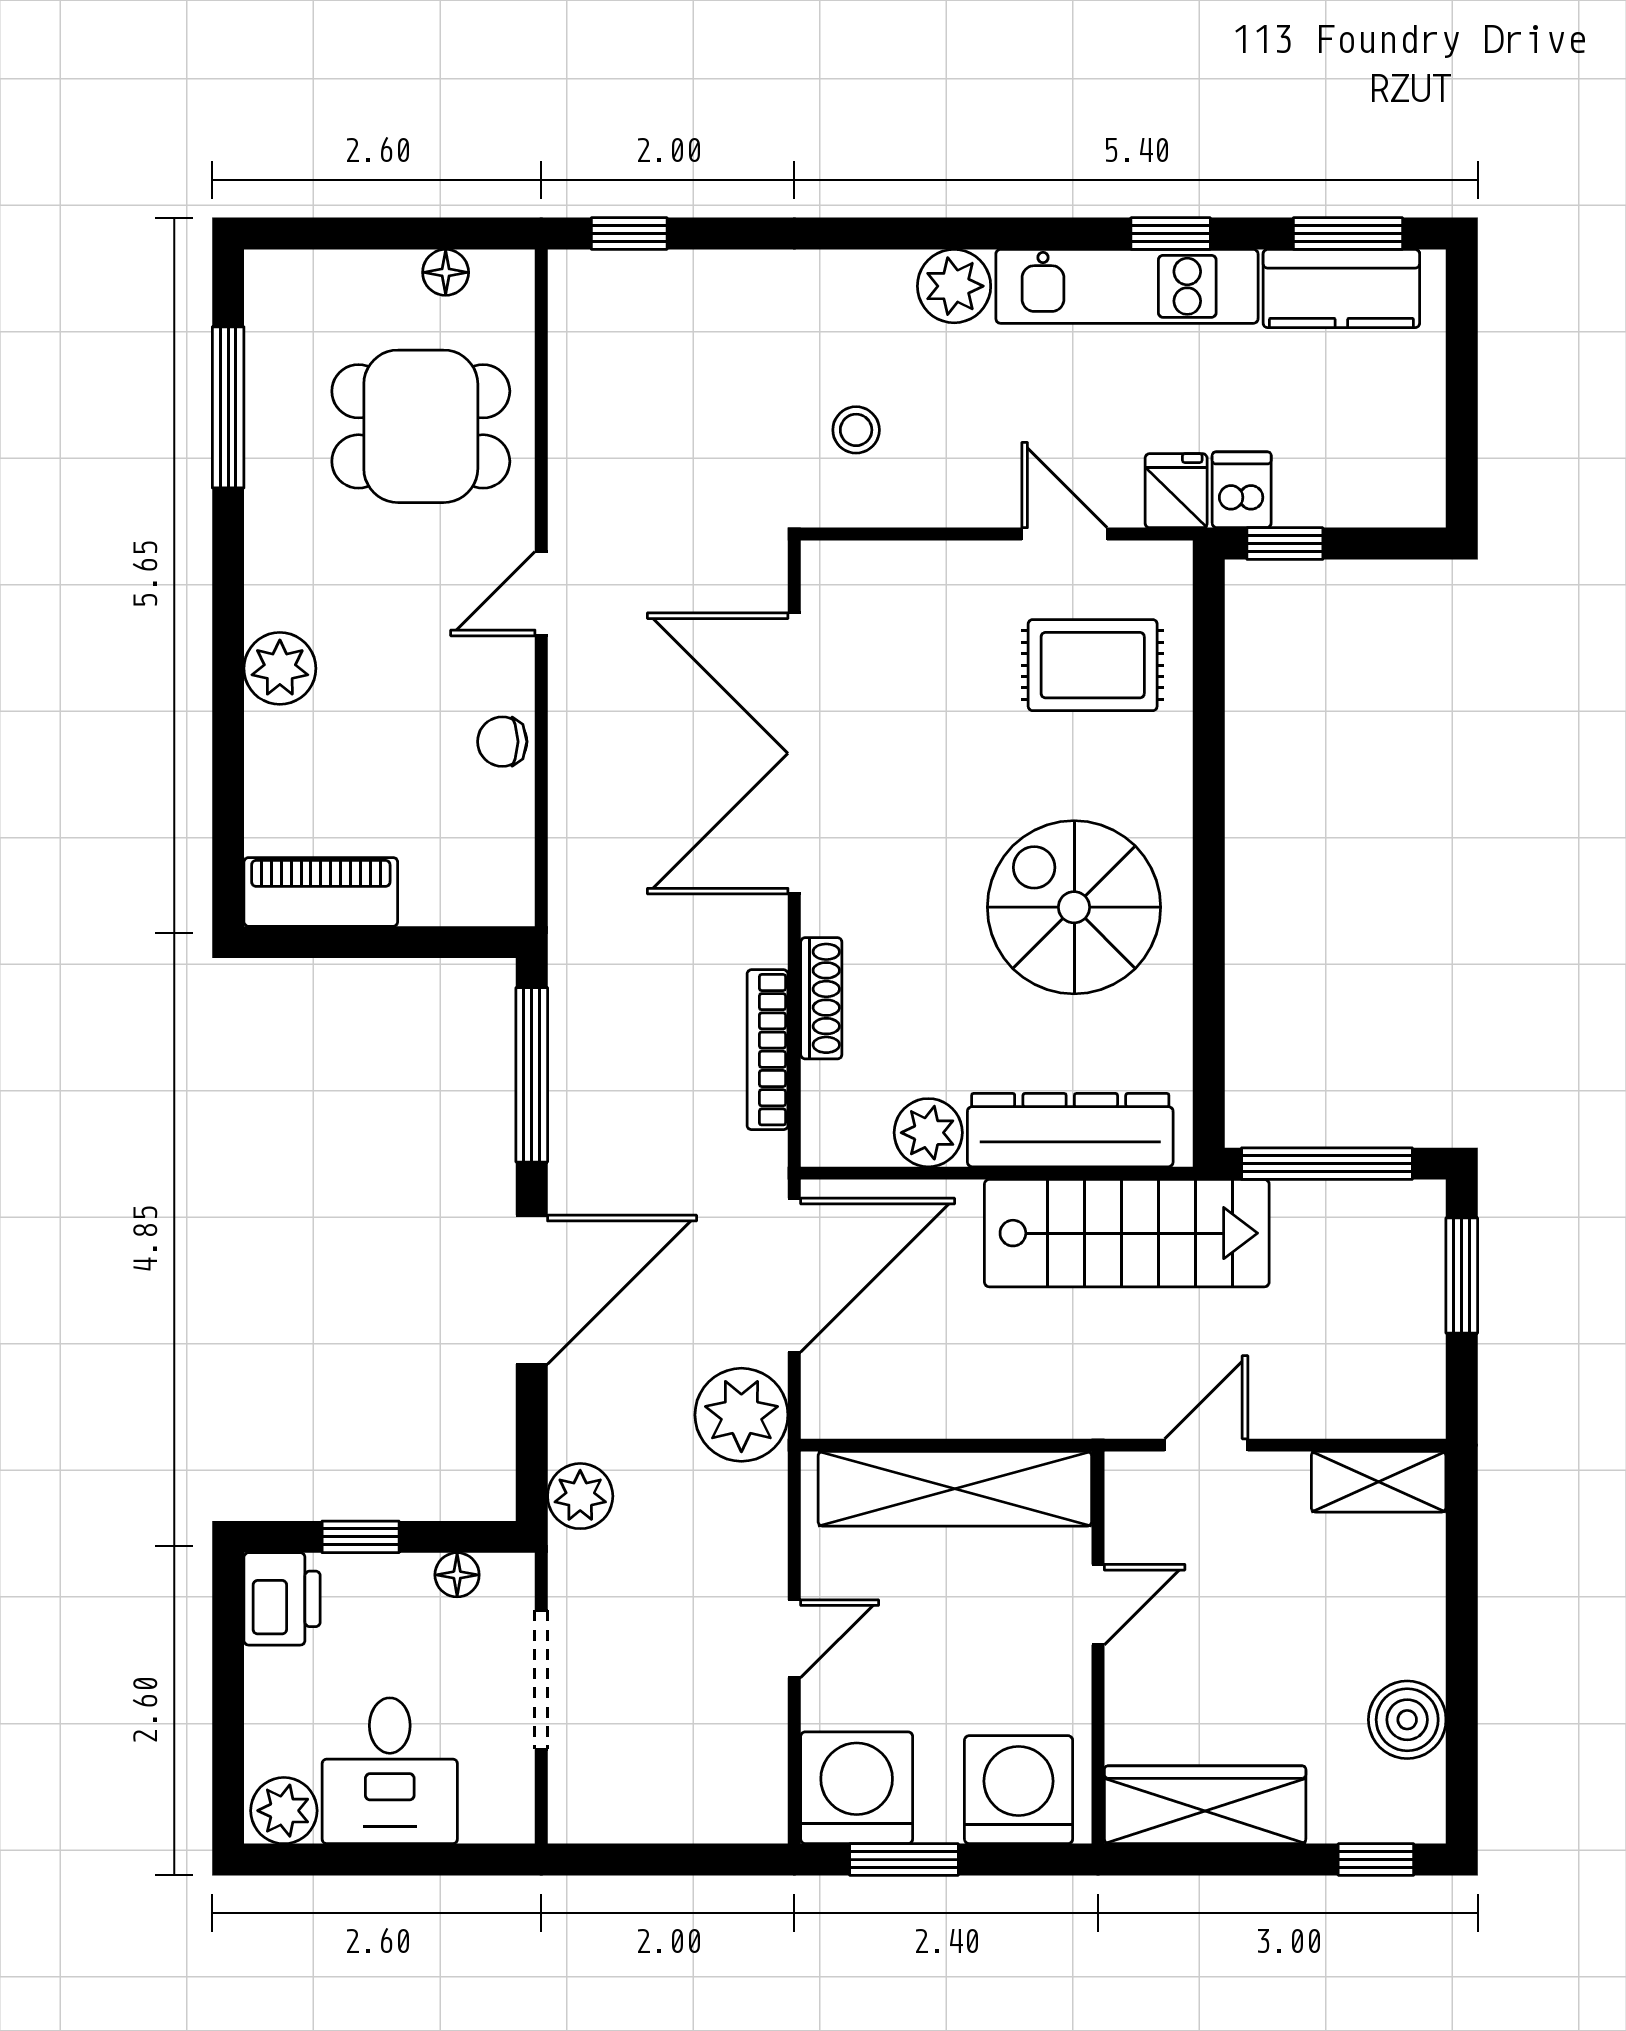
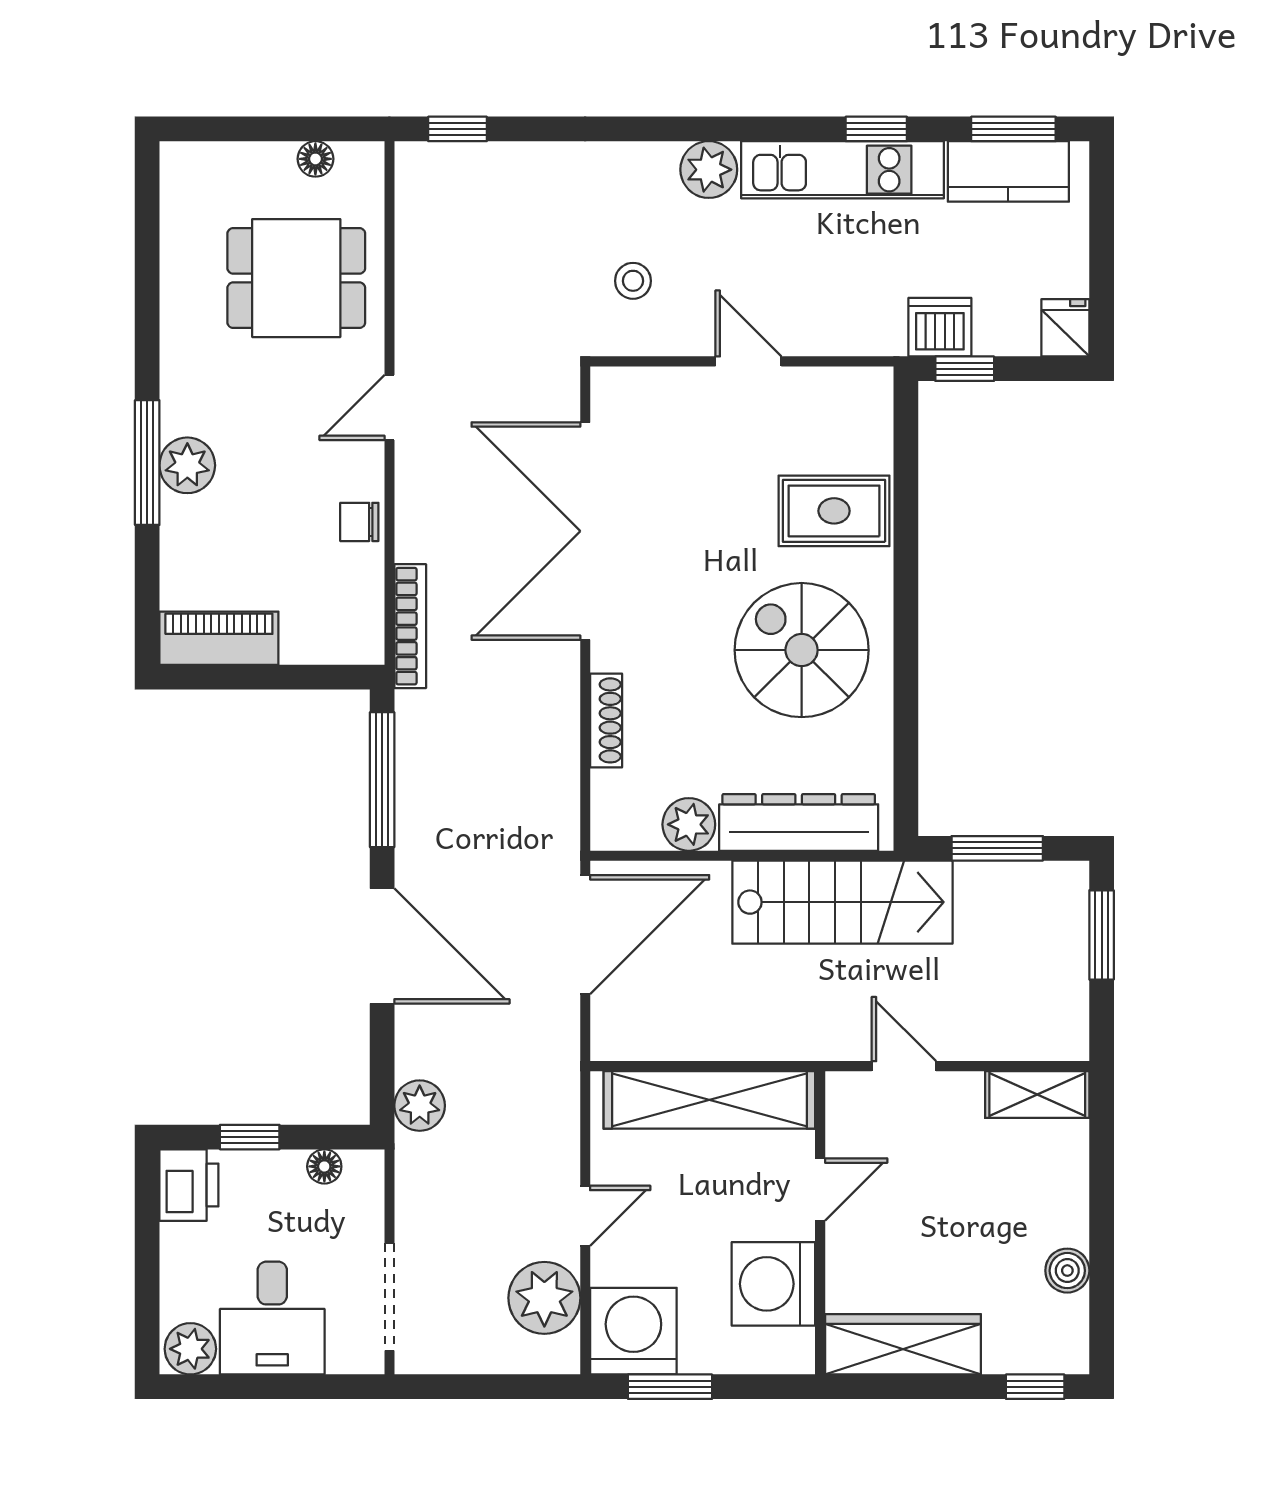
window: (228, 407) -> (147, 463), moved
dishwasher: (1242, 490) -> (940, 327), width x1.38
fridge: (1176, 491) -> (1065, 328), moved
door: (1064, 534) -> (748, 361), moved
rug: (1093, 665) -> (834, 511), moved
bookcase: (768, 1050) -> (410, 626), moved, turned 180
window: (1327, 1164) -> (997, 848), width x0.69
door: (532, 1290) -> (382, 946), hinge flipped
plant: (741, 1415) -> (544, 1298), moved
door: (1206, 1445) -> (904, 1066), hinge flipped
doorway: (541, 1680) -> (389, 1297), moved
boiler: (1407, 1720) -> (1067, 1271), width x0.73, depth x0.73
washing machine: (1019, 1790) -> (773, 1284), moved, turned -90

